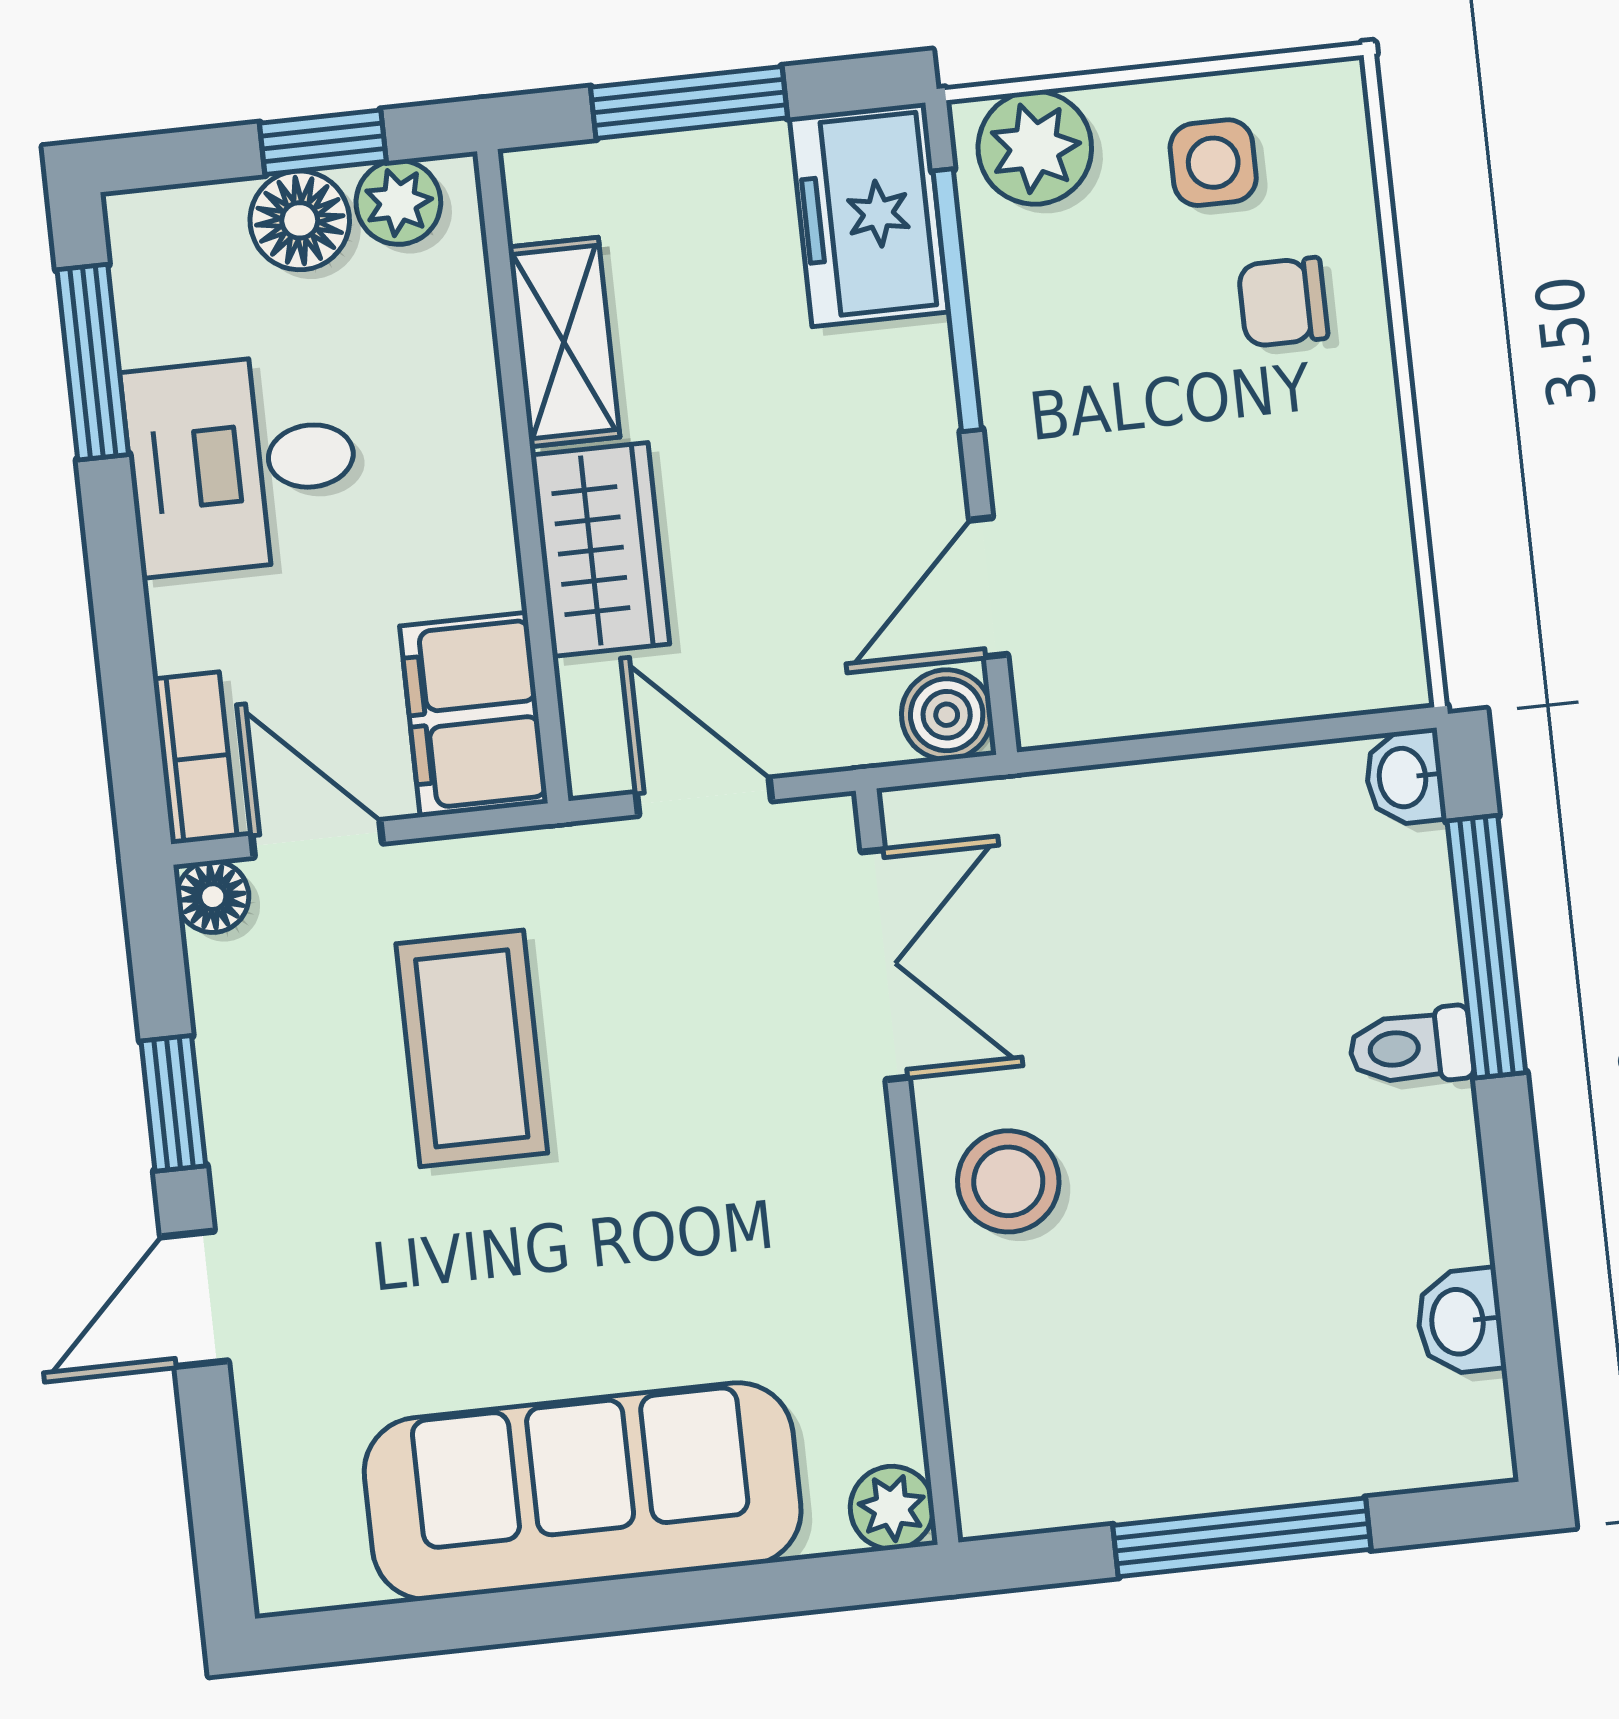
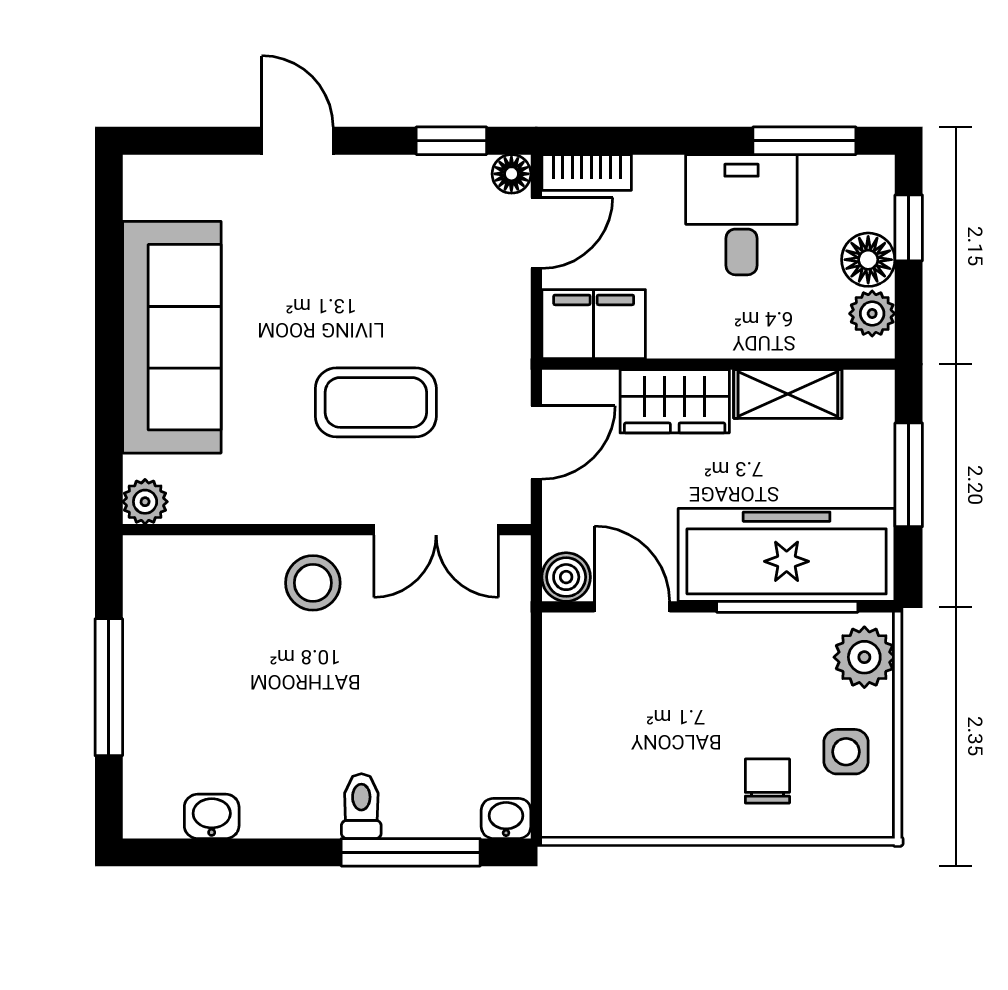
window: (323, 142) -> (909, 228), moved
freezer: (869, 215) -> (787, 555), width x1.91, depth x1.26
coffee table: (472, 1048) -> (376, 402), moved
window: (173, 1103) -> (451, 141), moved

